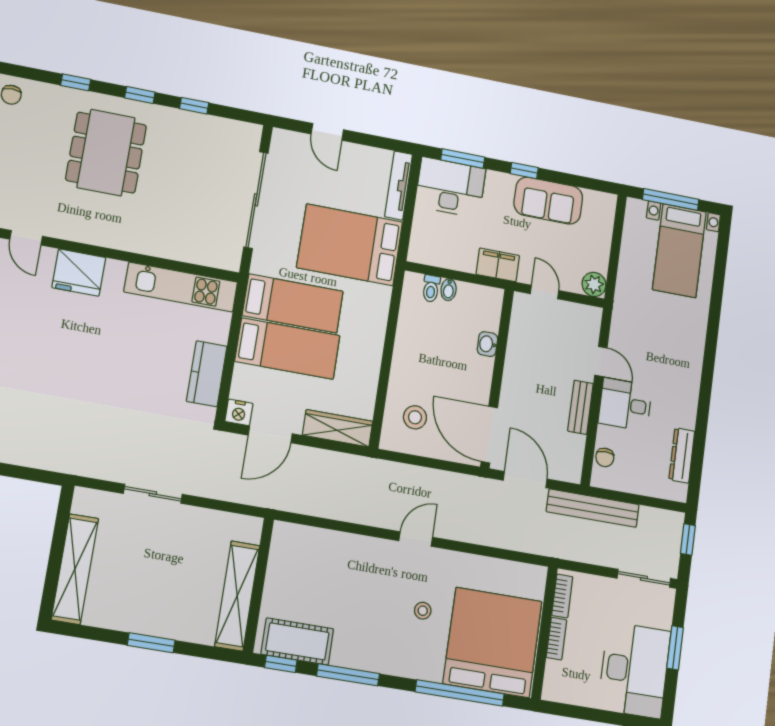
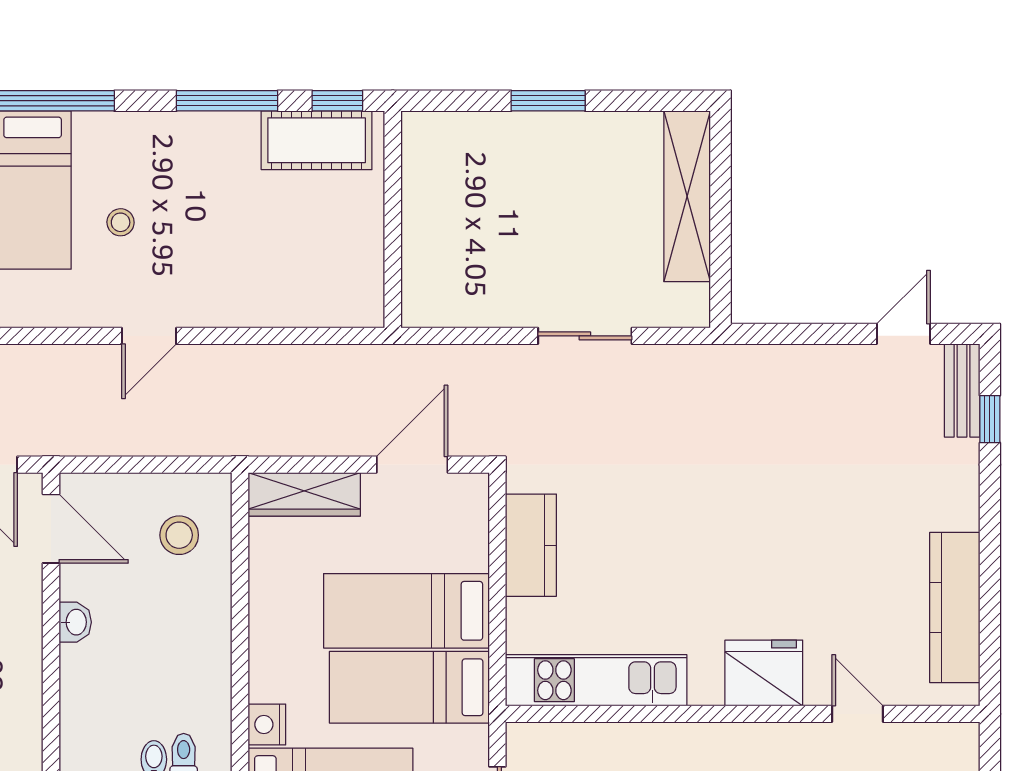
washbasin: (487, 344) -> (75, 622), moved
nightstand: (239, 412) -> (267, 725), moved, turned -90
door: (489, 435) -> (51, 529), width x0.73
shelving: (237, 596) -> (424, 197), removed

